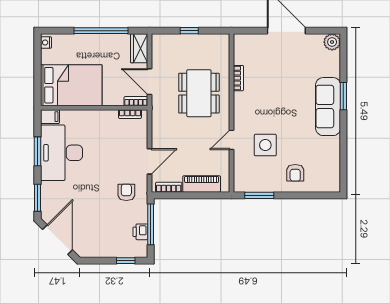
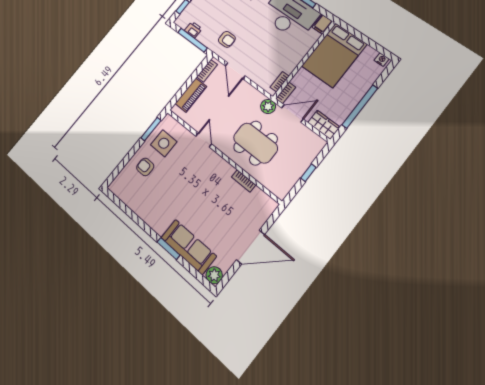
plant: (159, 107) -> (268, 106), added
sofa: (328, 107) -> (189, 247), moved
side table: (265, 145) -> (164, 143), moved

